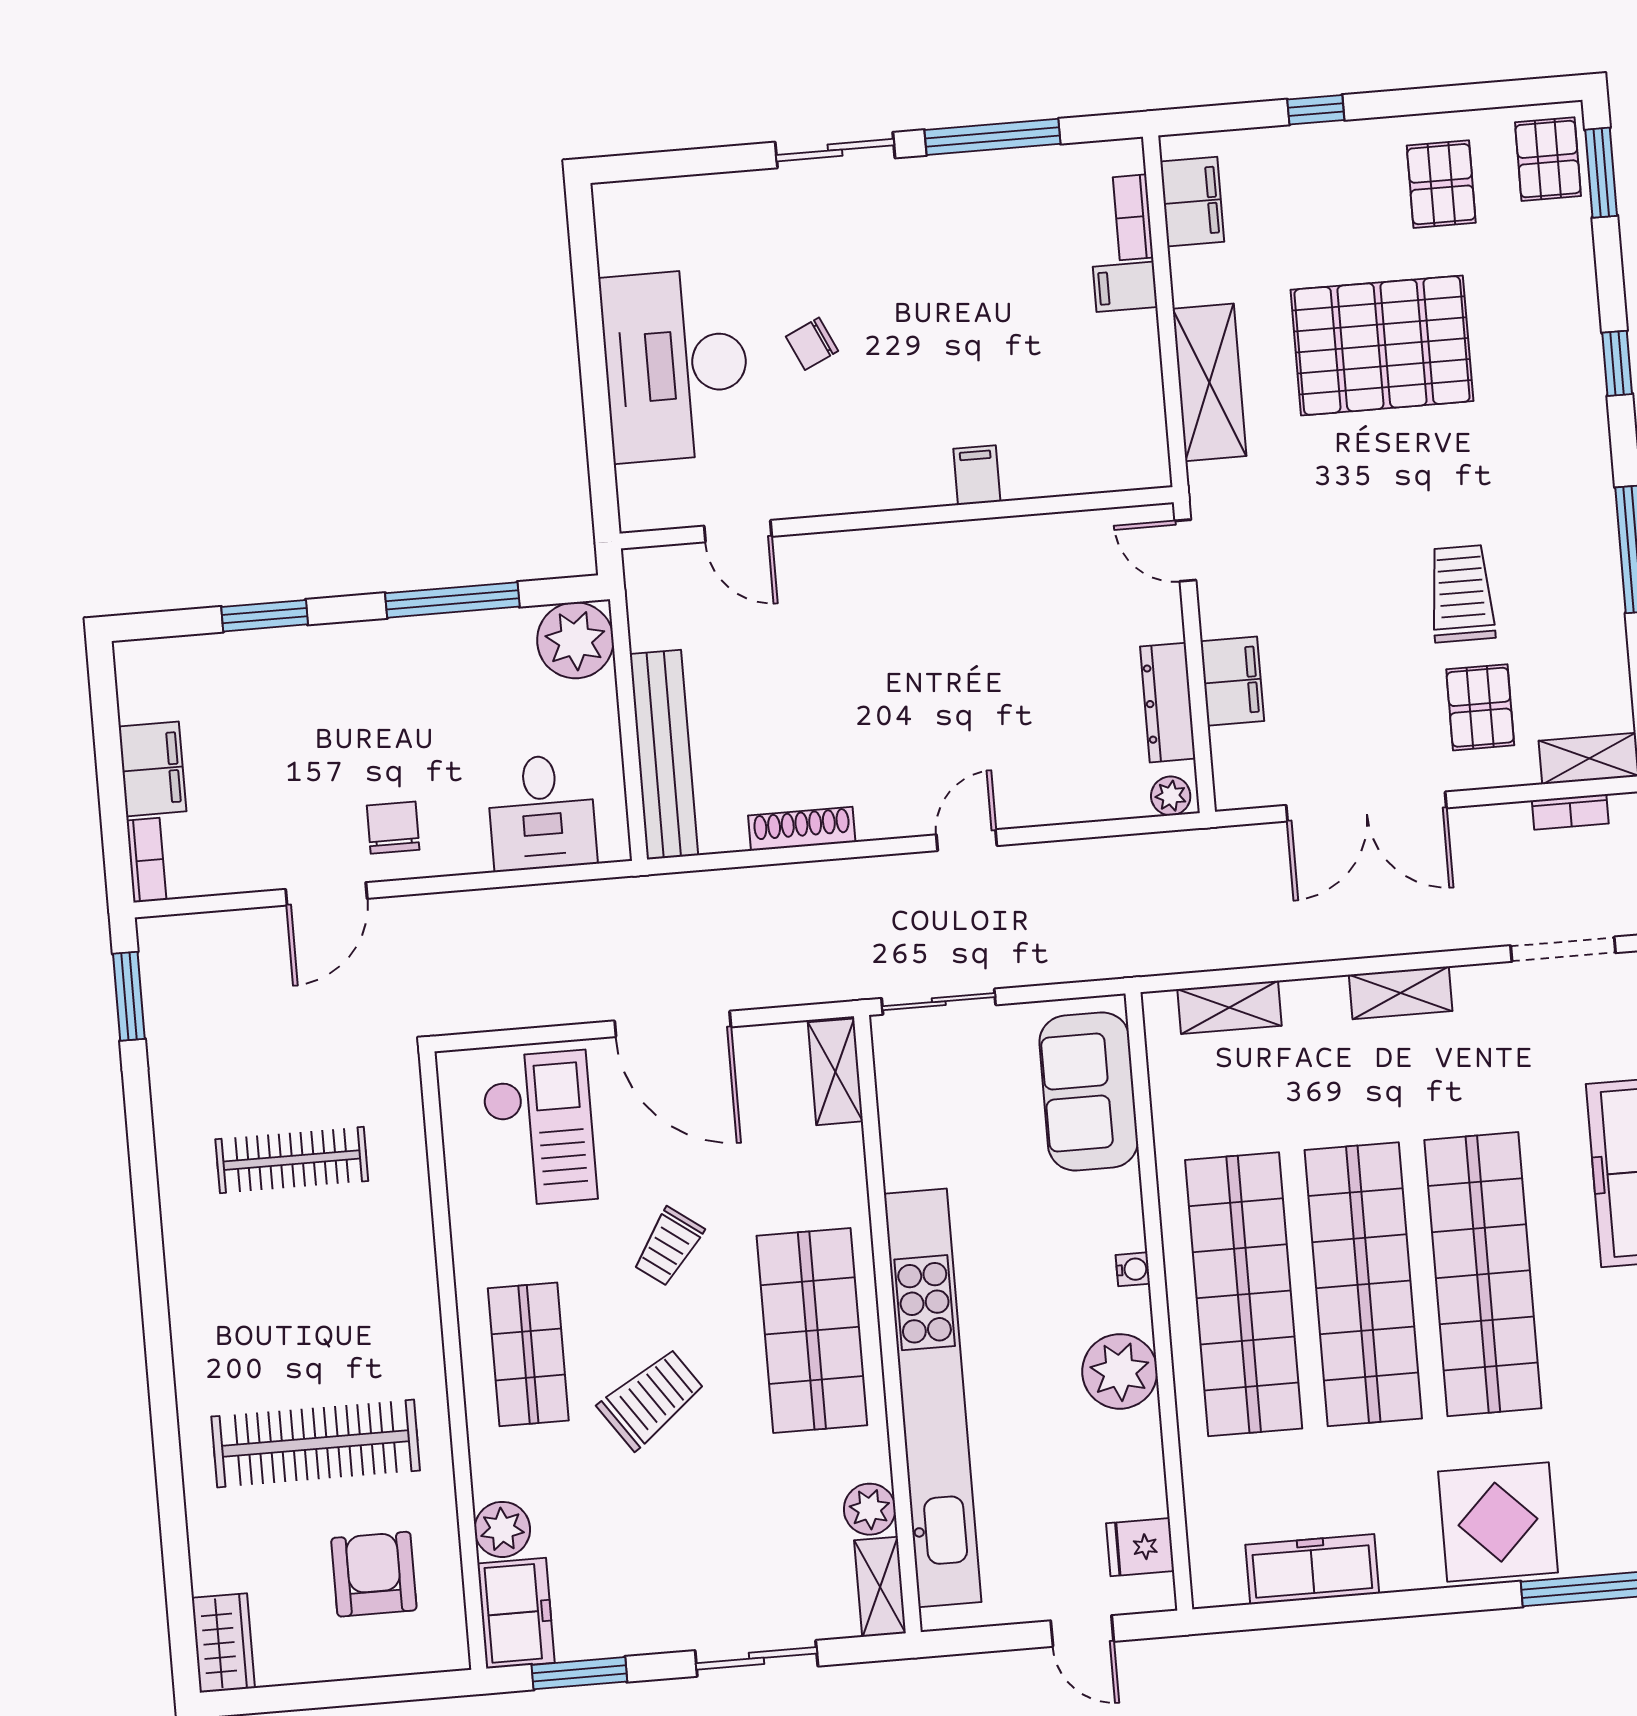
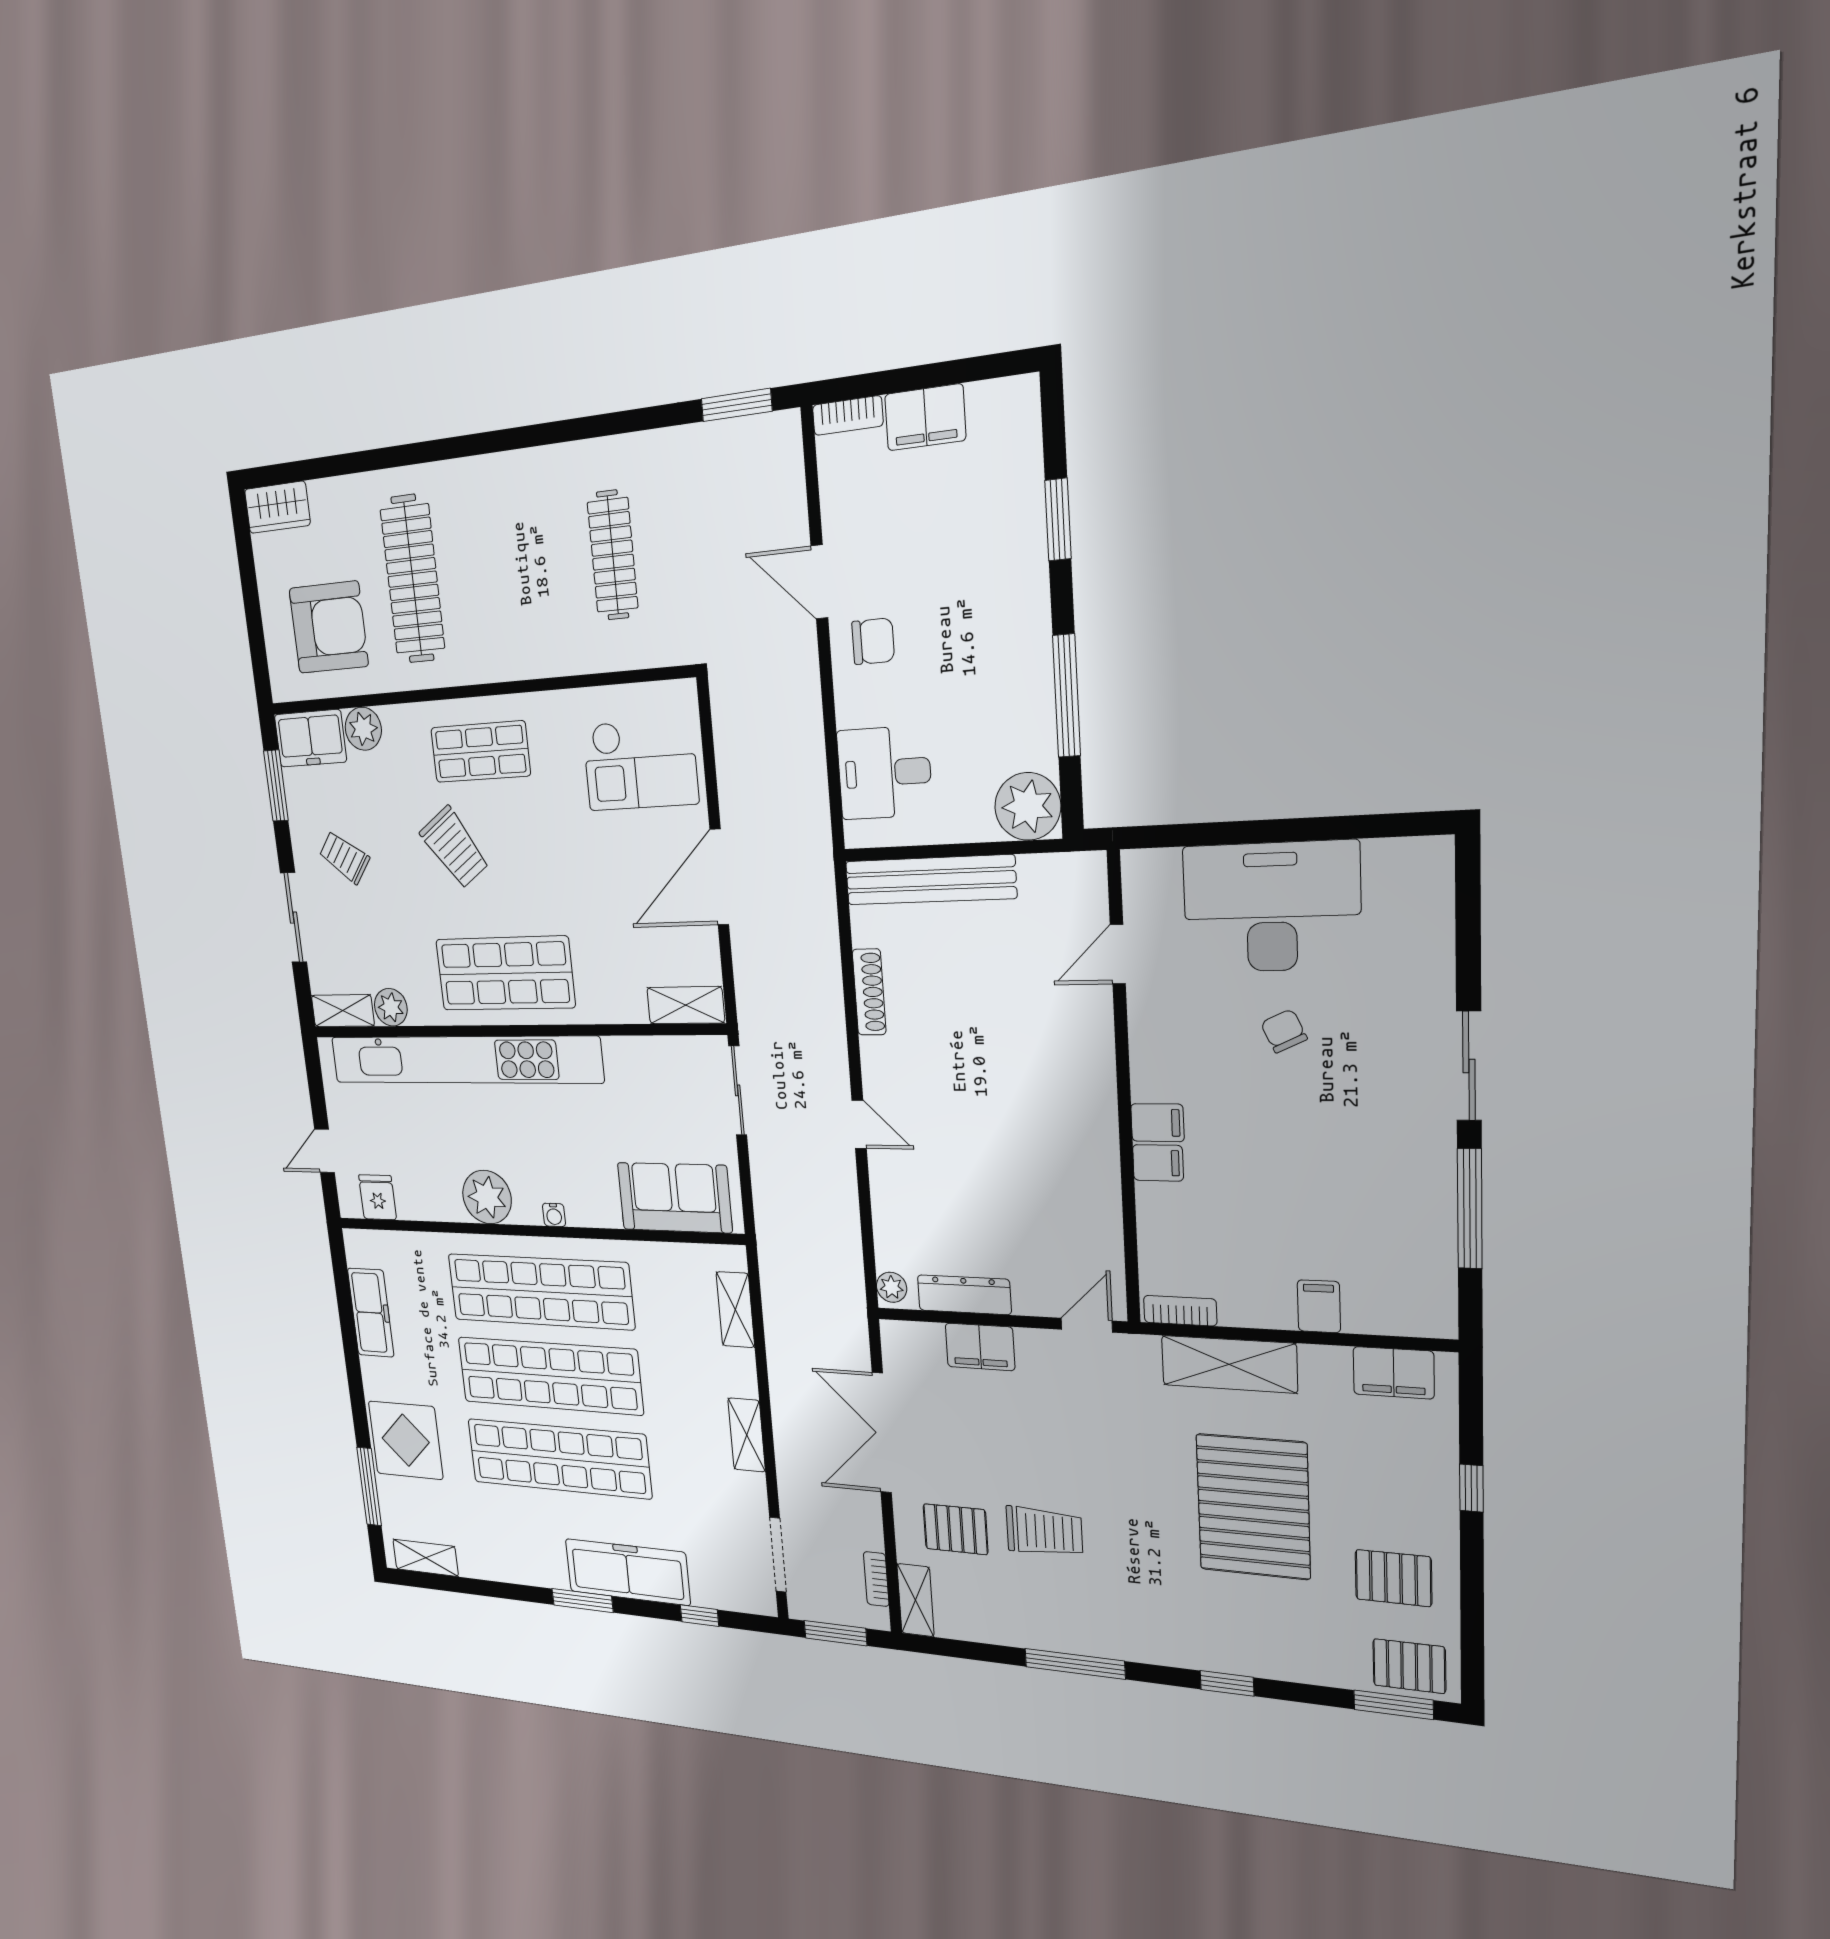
bookcase: (1133, 217) -> (1180, 1311), moved
filing cabinet: (929, 478) -> (1157, 1123), added
trolley: (668, 1247) -> (344, 857), moved
armchair: (374, 1574) -> (329, 627), width x1.36, depth x1.36

